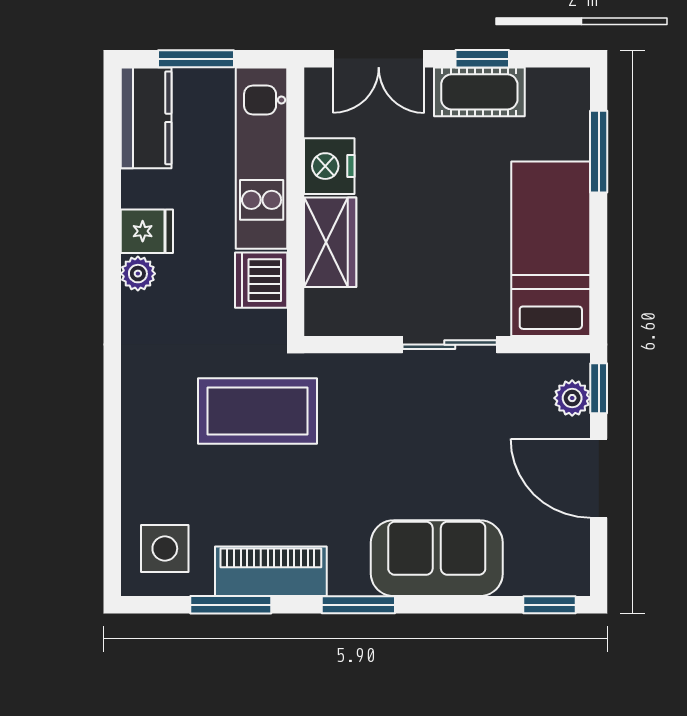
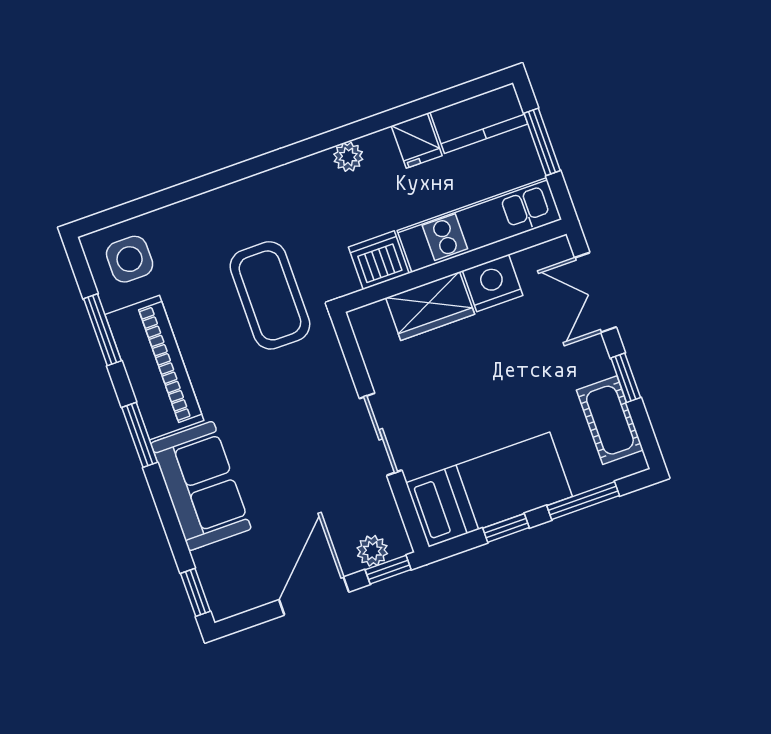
cot: (479, 92) -> (610, 420), moved
fridge: (147, 231) -> (417, 141), moved
window: (599, 245) -> (506, 528), added
piano: (271, 571) -> (154, 368), width x1.37, depth x1.33

